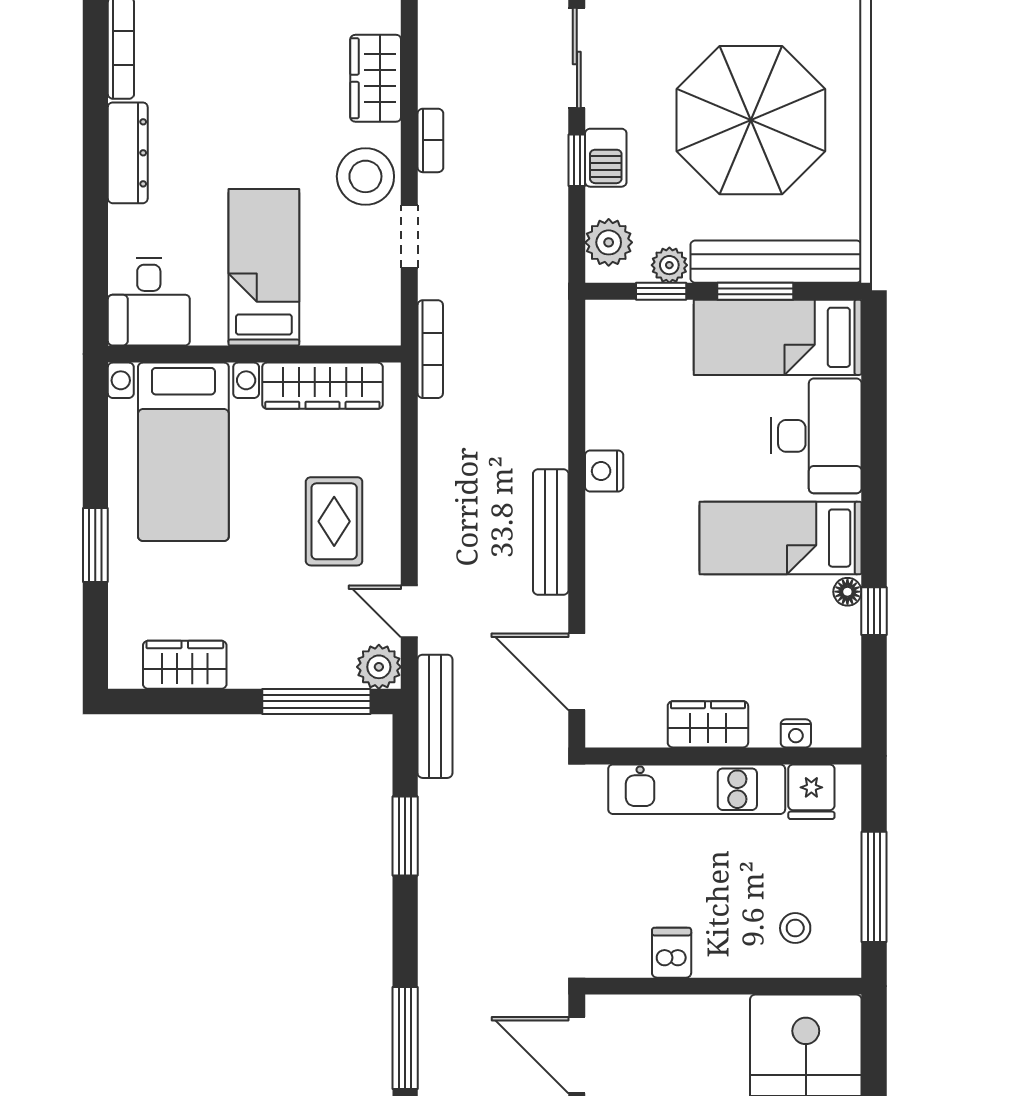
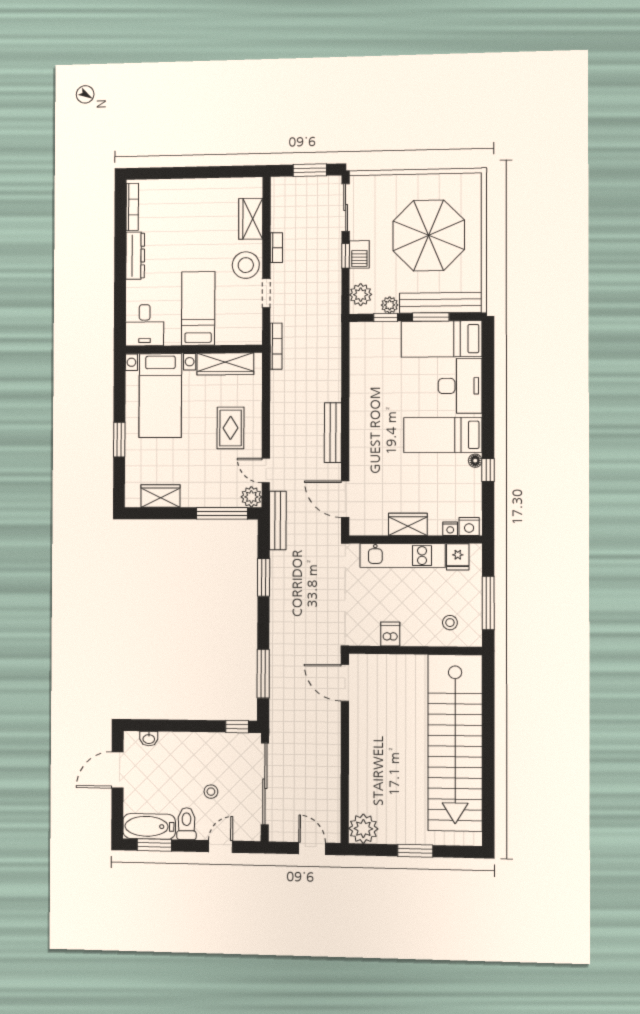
nightstand: (604, 471) -> (469, 526), moved, turned -90

